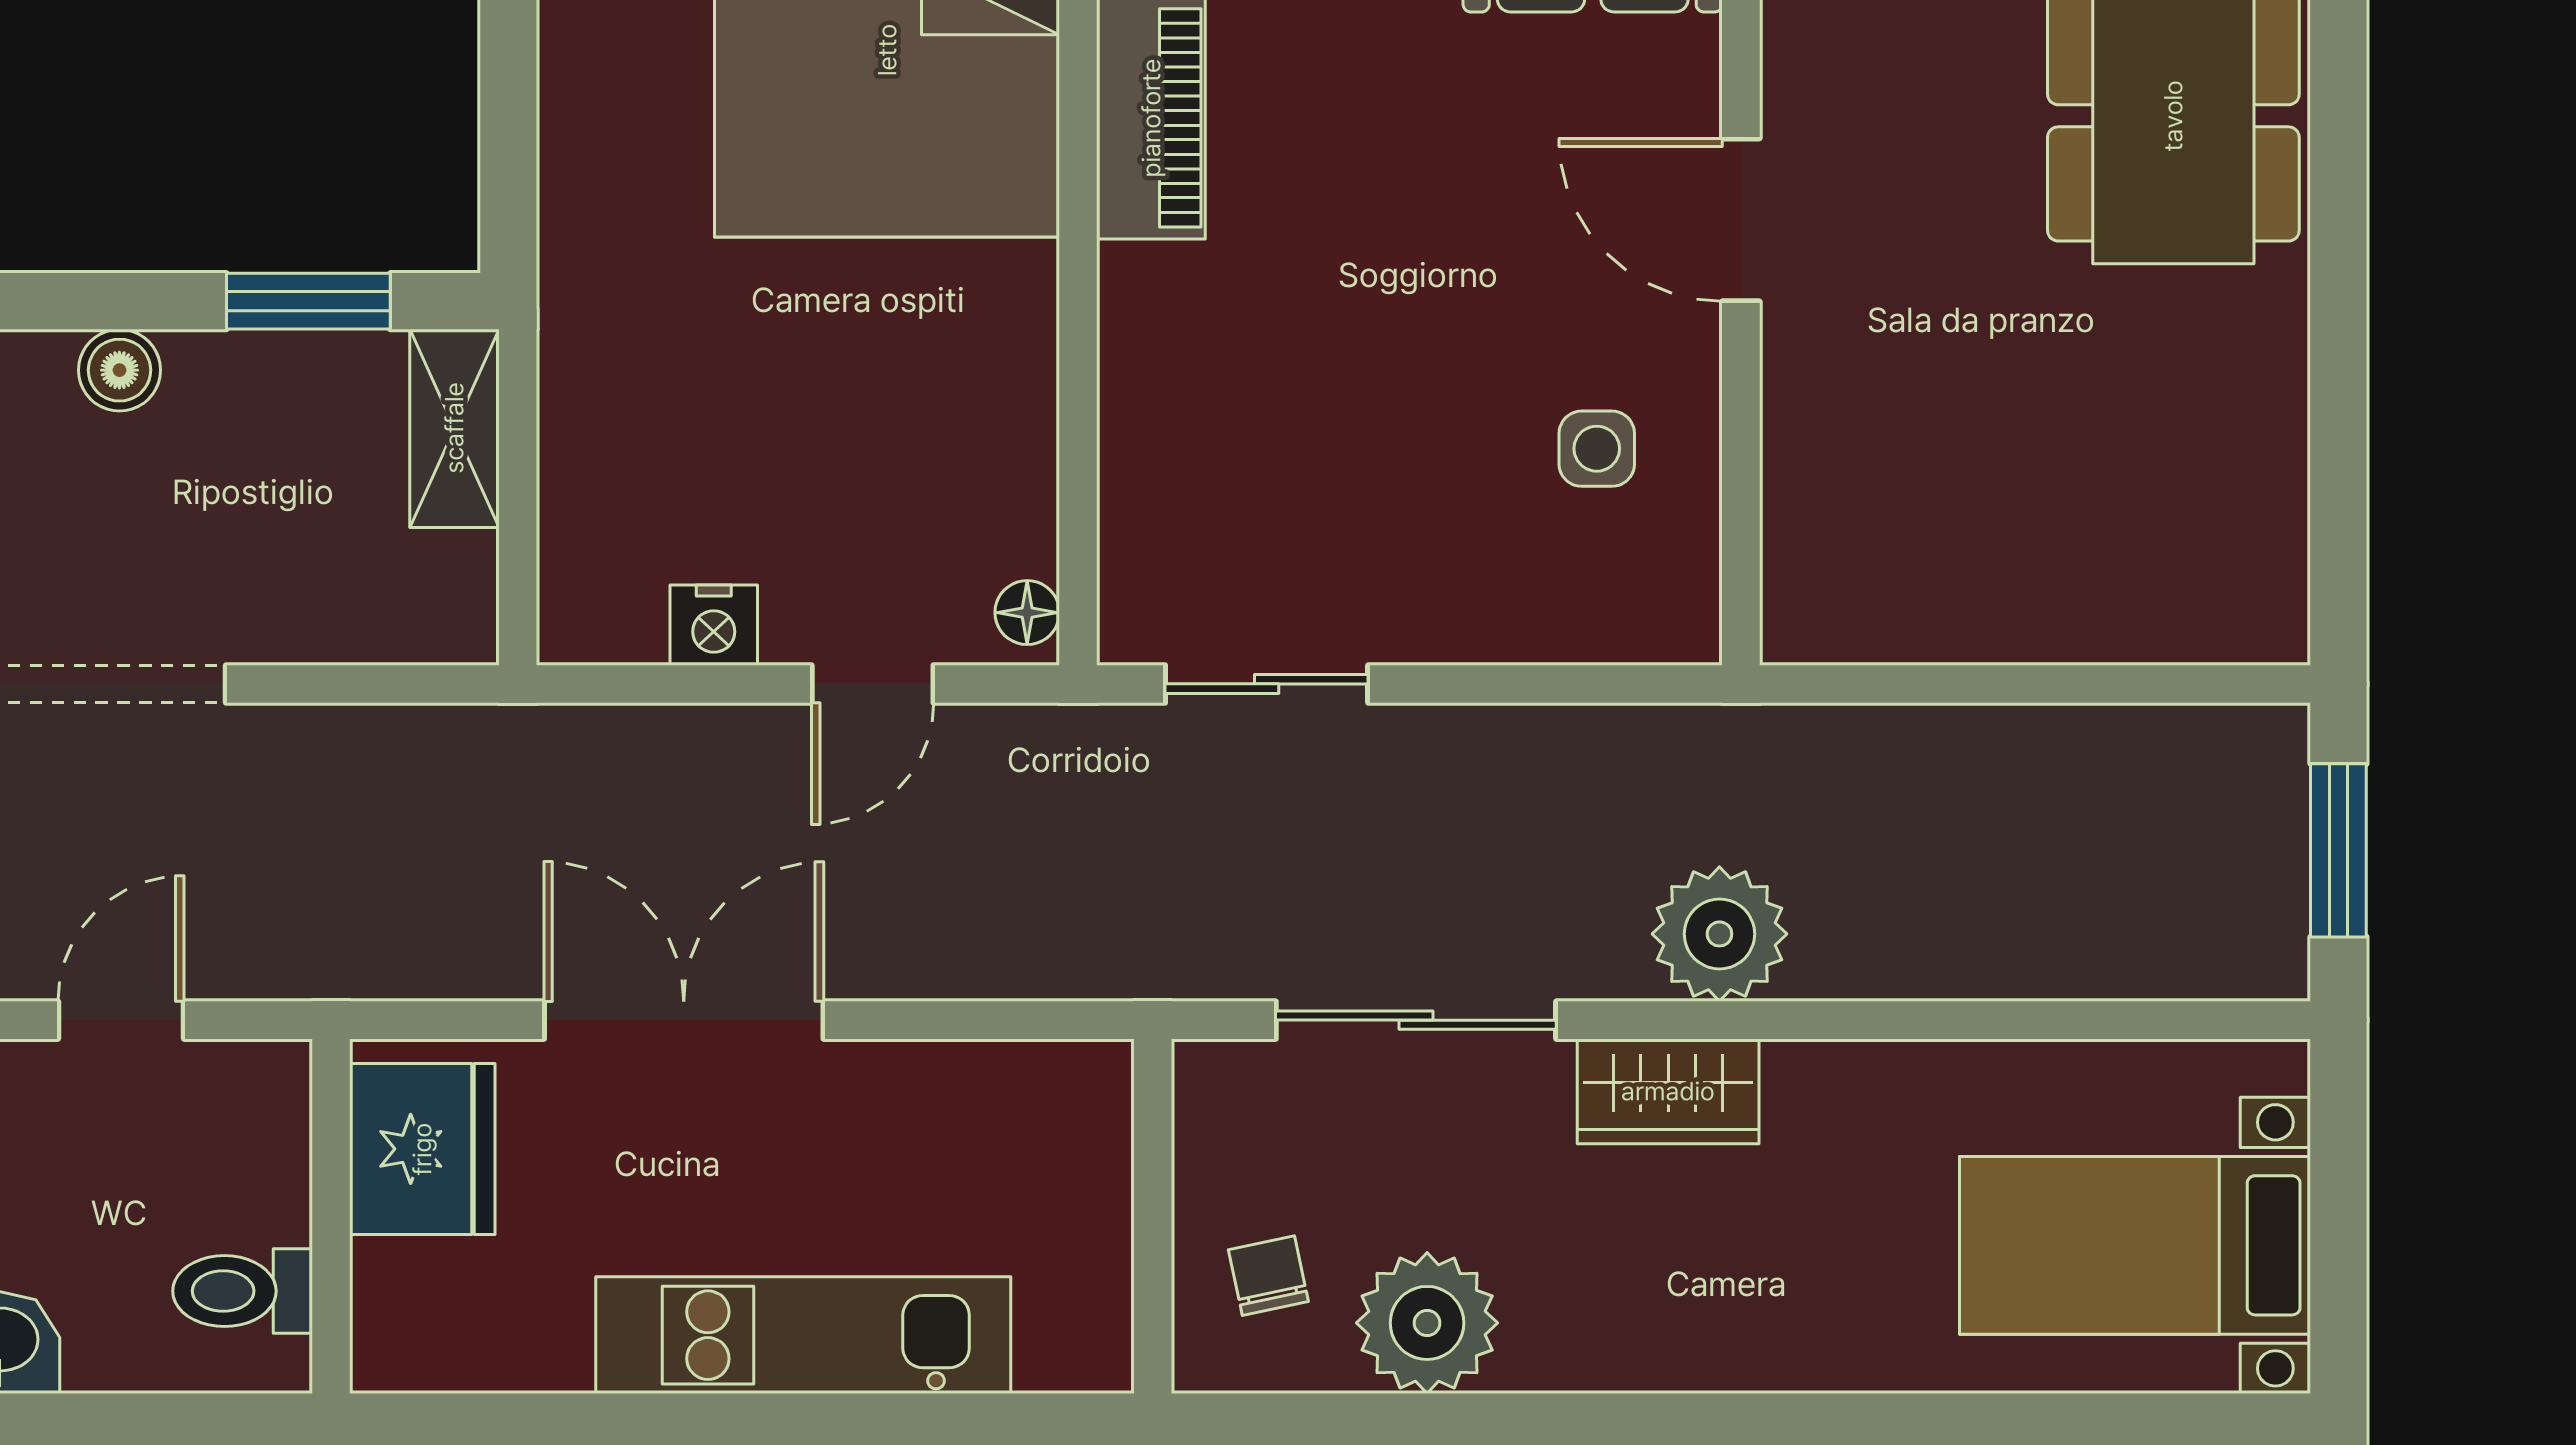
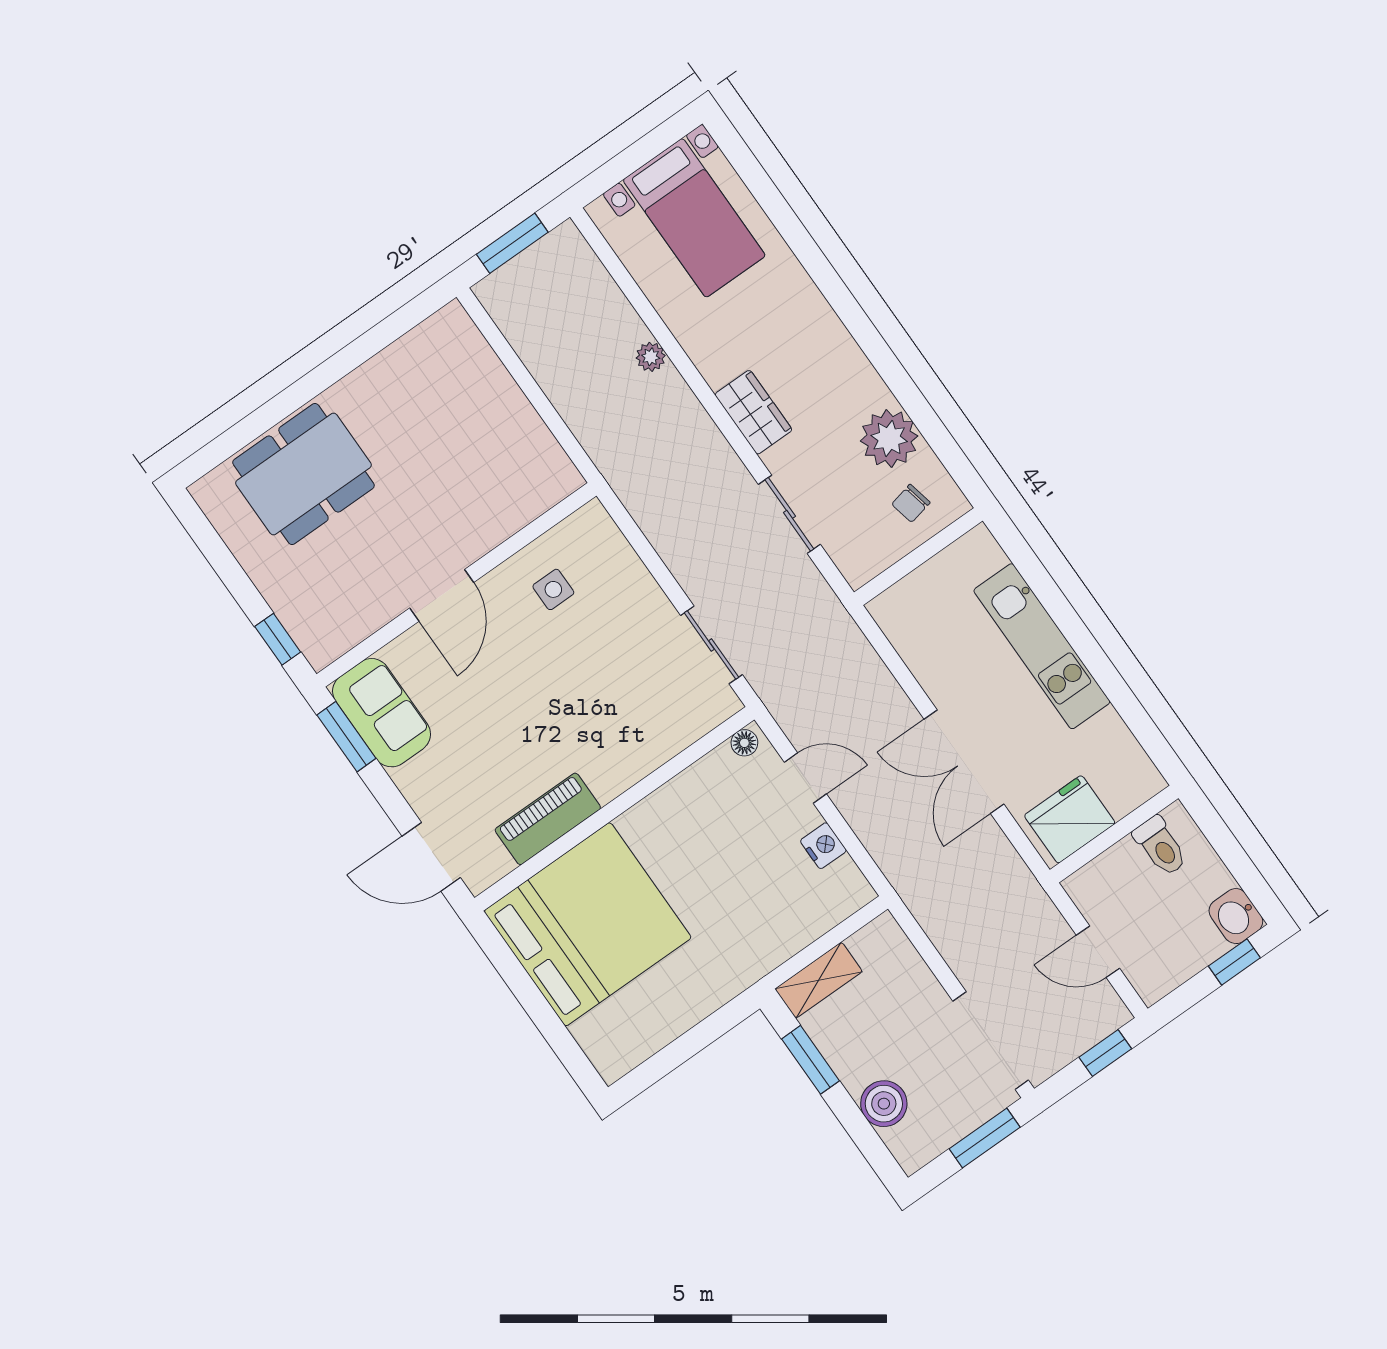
boiler: (119, 370) -> (884, 1104), width x1.36, depth x1.36
plant: (1719, 934) -> (651, 357), moved, width x0.53, depth x0.53
sliding door: (1416, 1020) -> (789, 514), width x0.73

